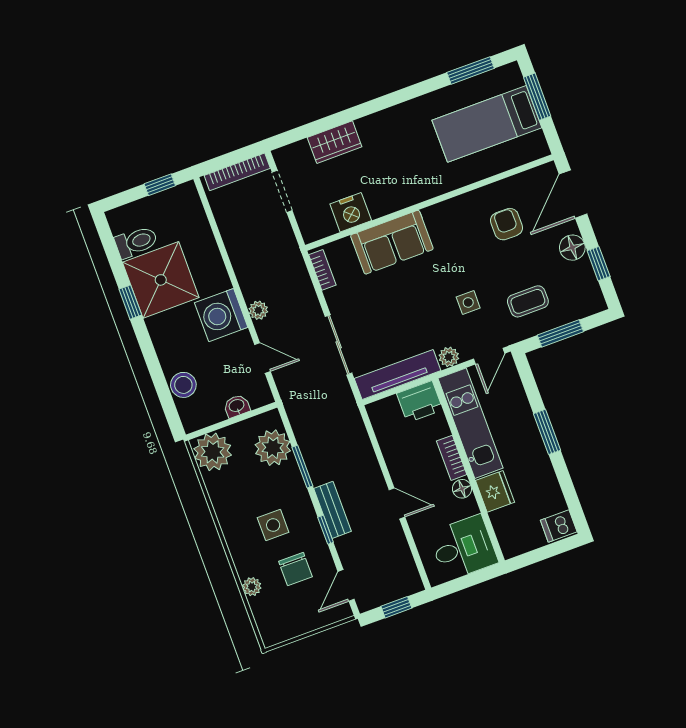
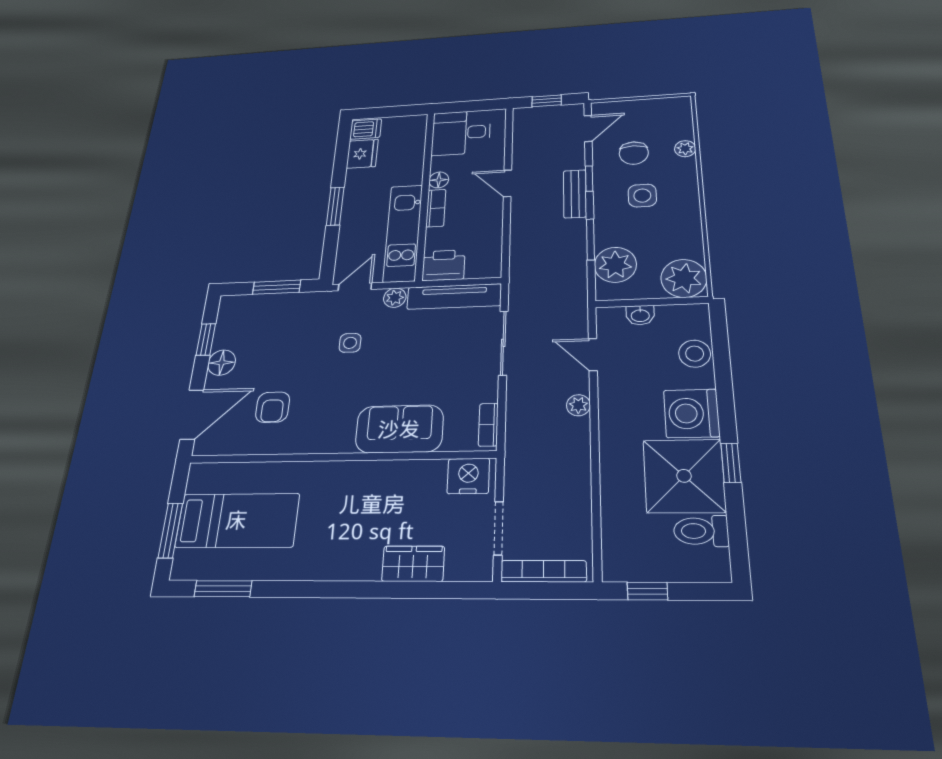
nightstand: (351, 212) -> (468, 476), moved
coffee table: (528, 301) -> (291, 326), removed
washing machine: (221, 315) -> (691, 413), moved, turned 180
fridge: (495, 491) -> (362, 154), moved, turned 180
chair: (295, 569) -> (634, 153), turned 180

